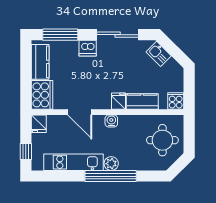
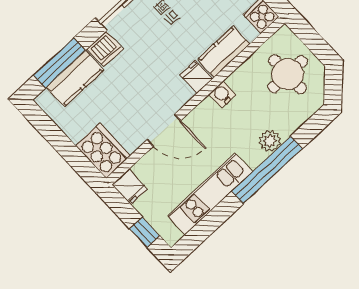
kitchen counter: (40, 62) -> (75, 79), moved, turned 90
water cooler: (111, 121) -> (222, 94), moved
plant: (111, 164) -> (270, 141), moved

